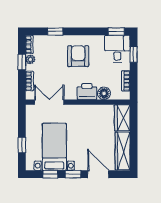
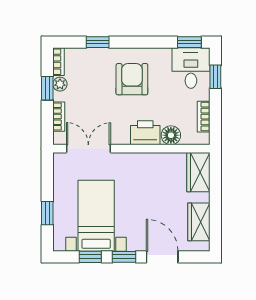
wardrobe: (123, 151) -> (199, 222), width x0.67

